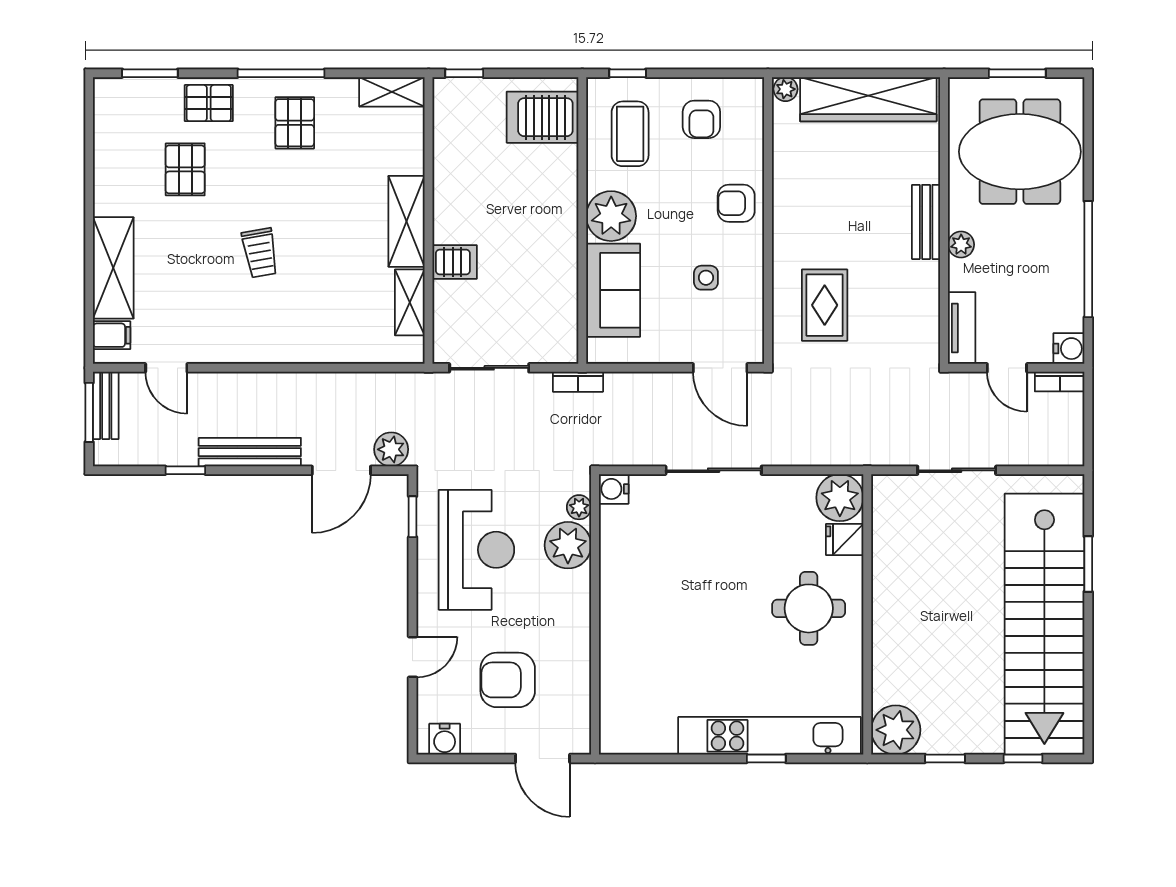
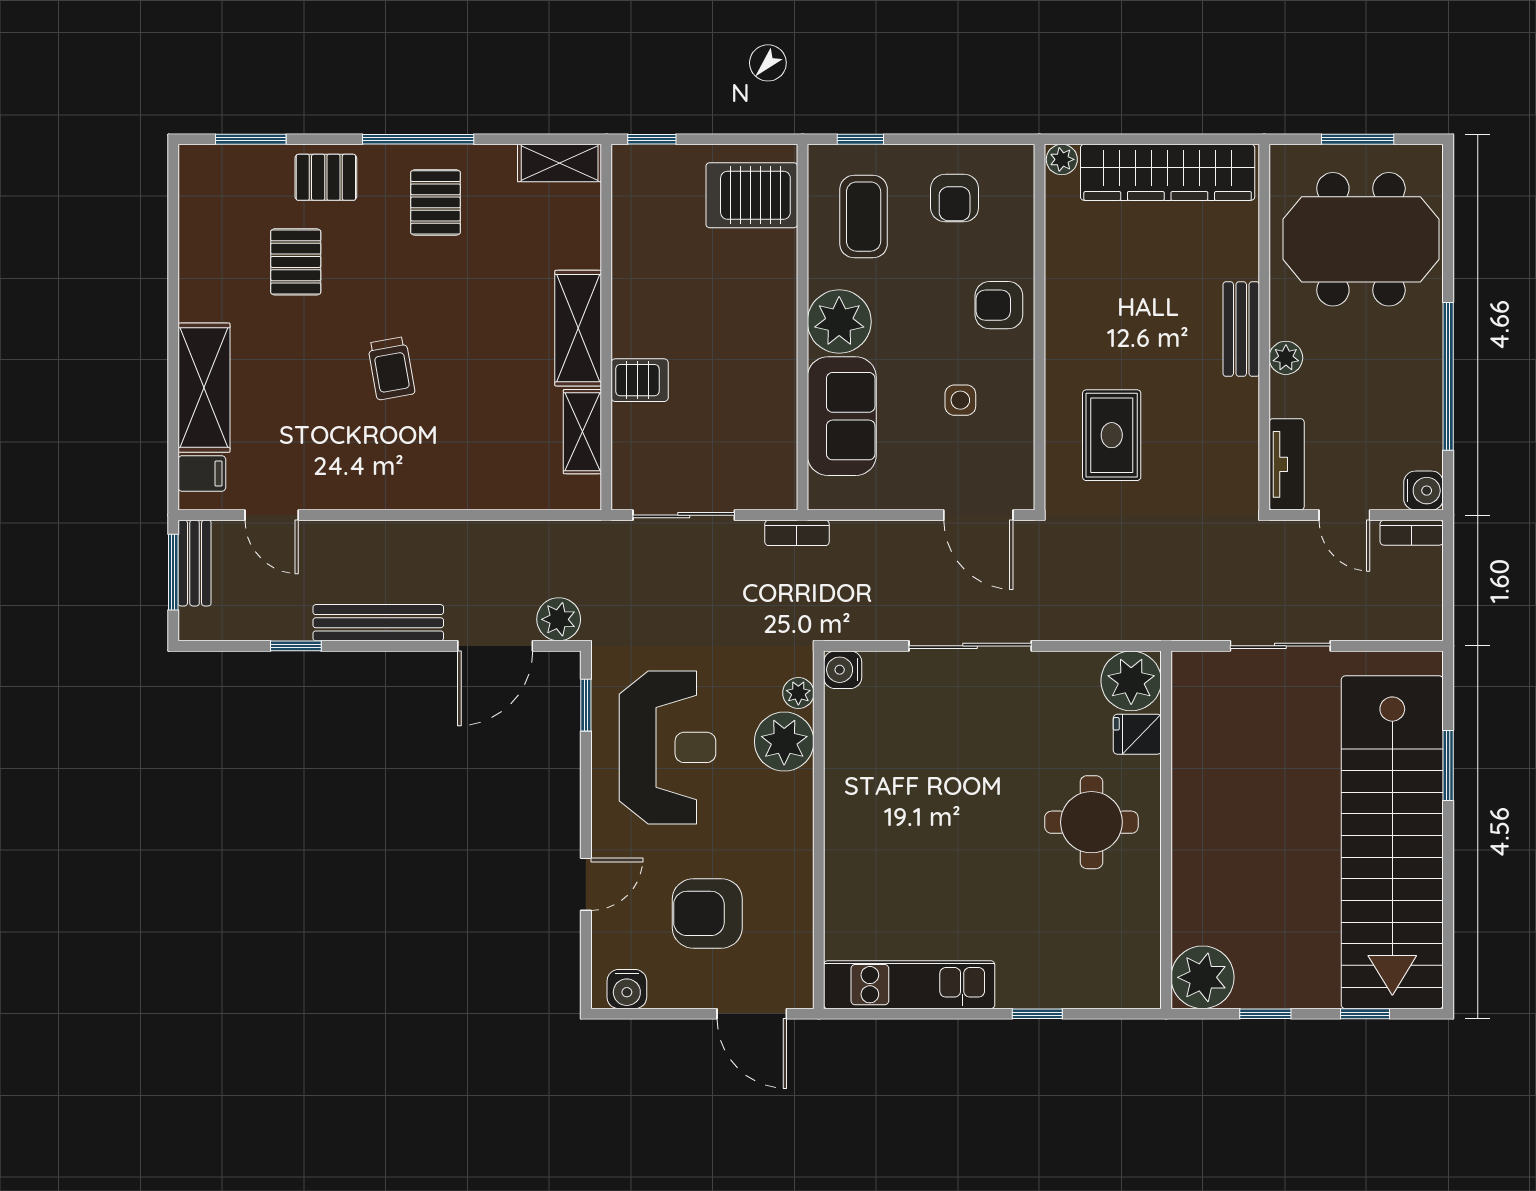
kitchen unit: (769, 736) -> (909, 985), moved, width x0.73

